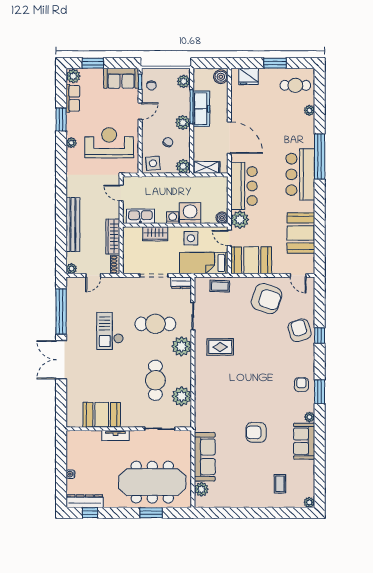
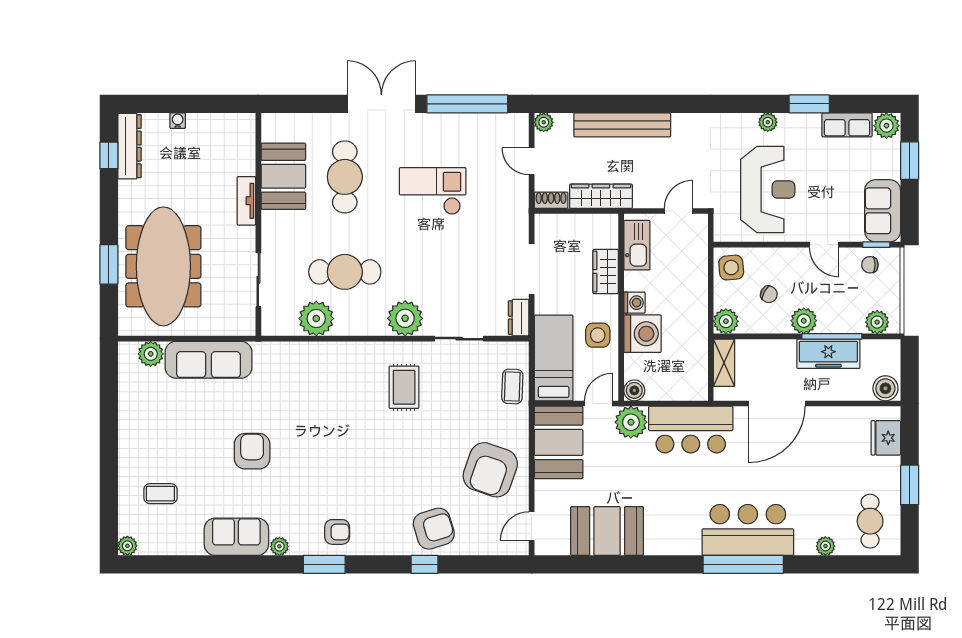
bar counter: (300, 174) -> (748, 530), moved
cafe table: (155, 324) -> (345, 177), moved

